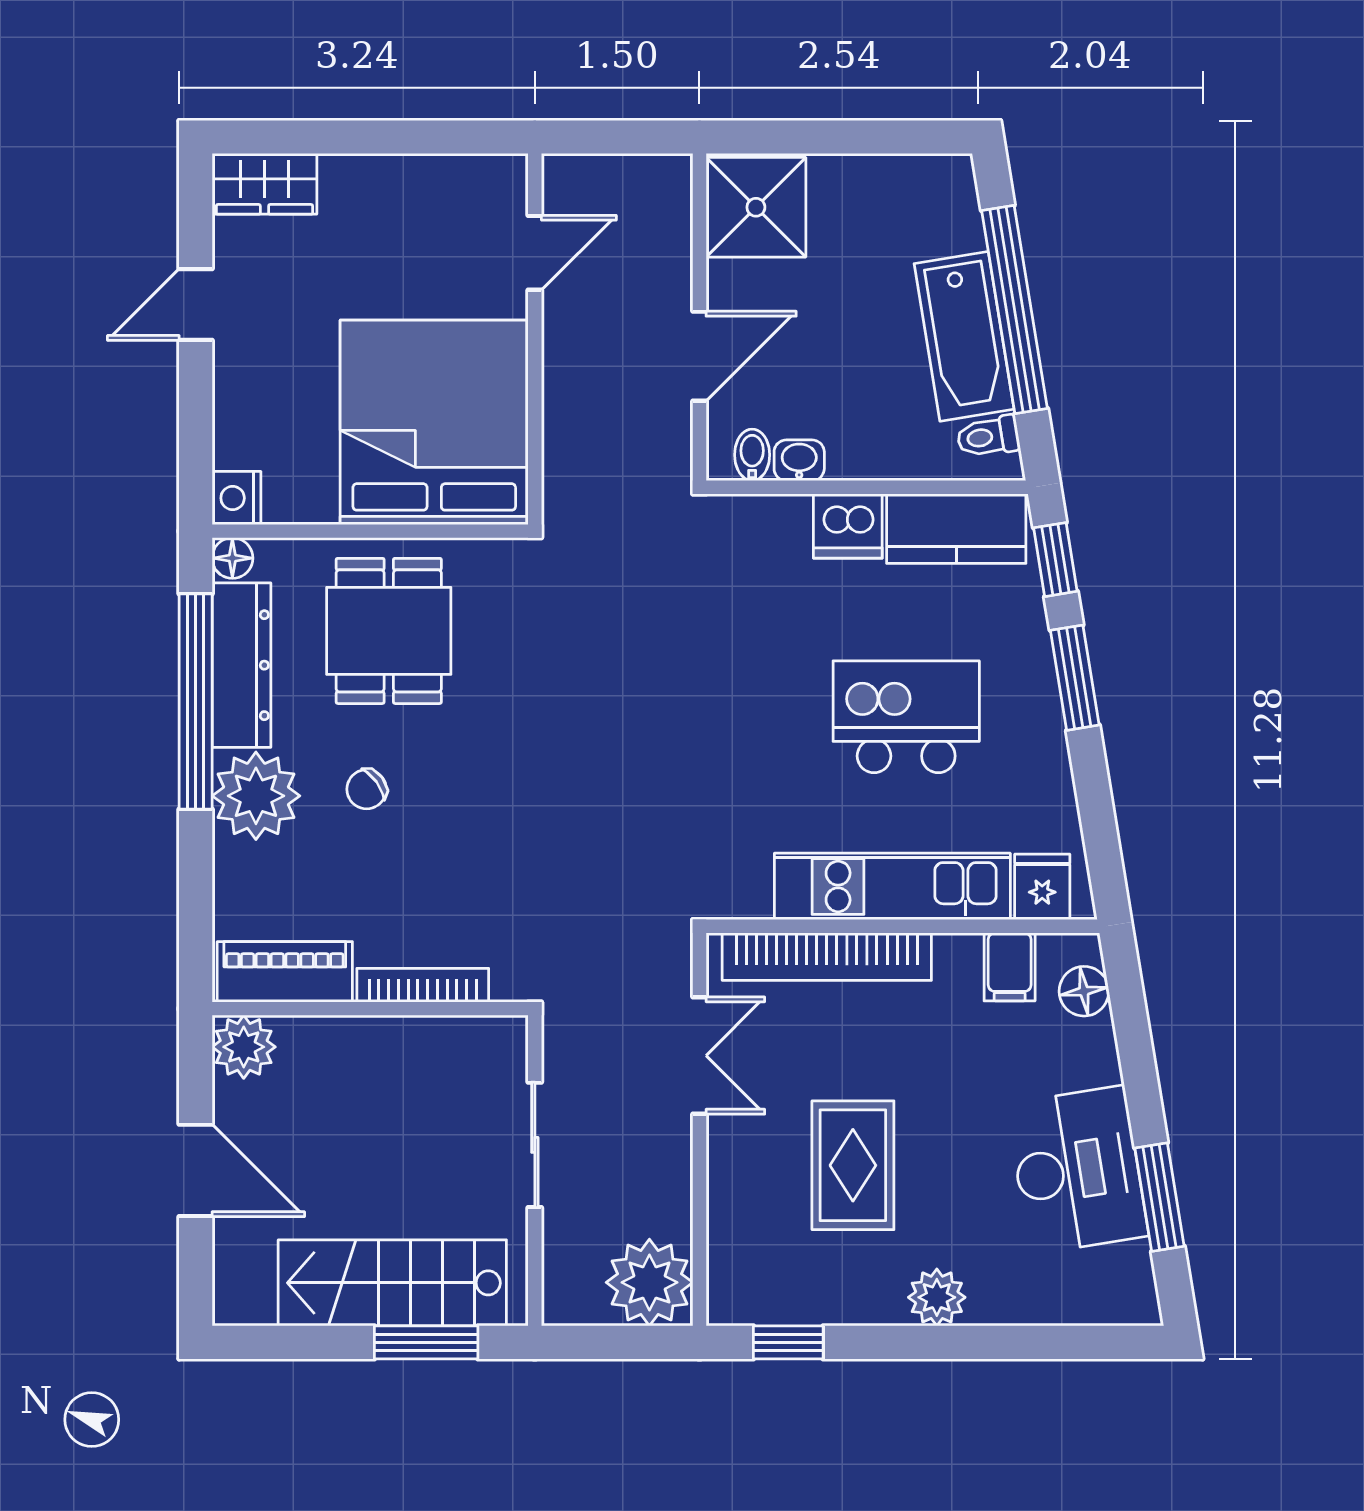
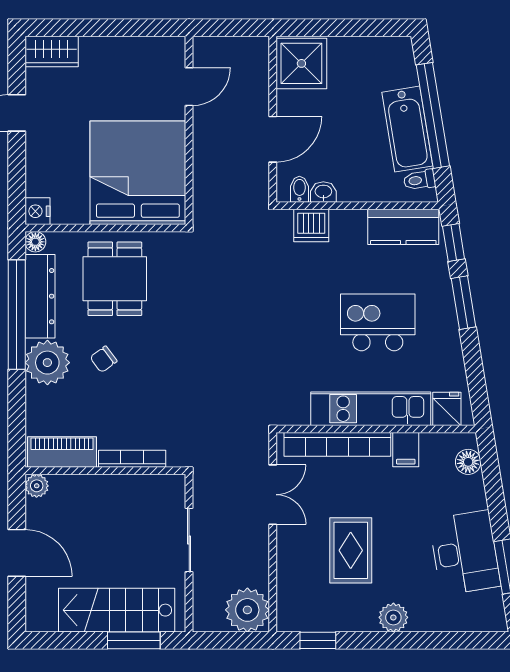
dishwasher: (848, 526) -> (311, 225), moved
filing cabinet: (1010, 967) -> (406, 450), moved
plant: (244, 1047) -> (37, 486), width x0.73, depth x0.73

